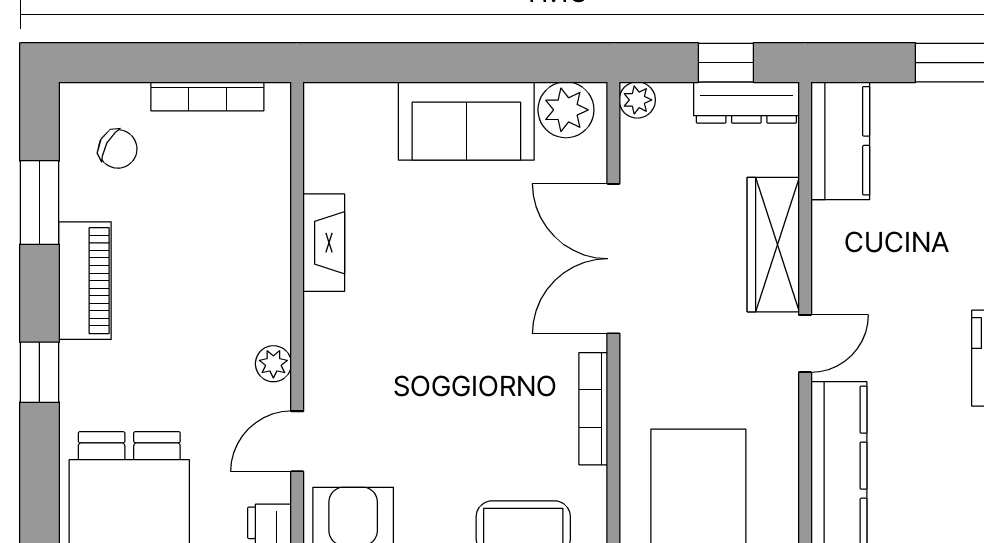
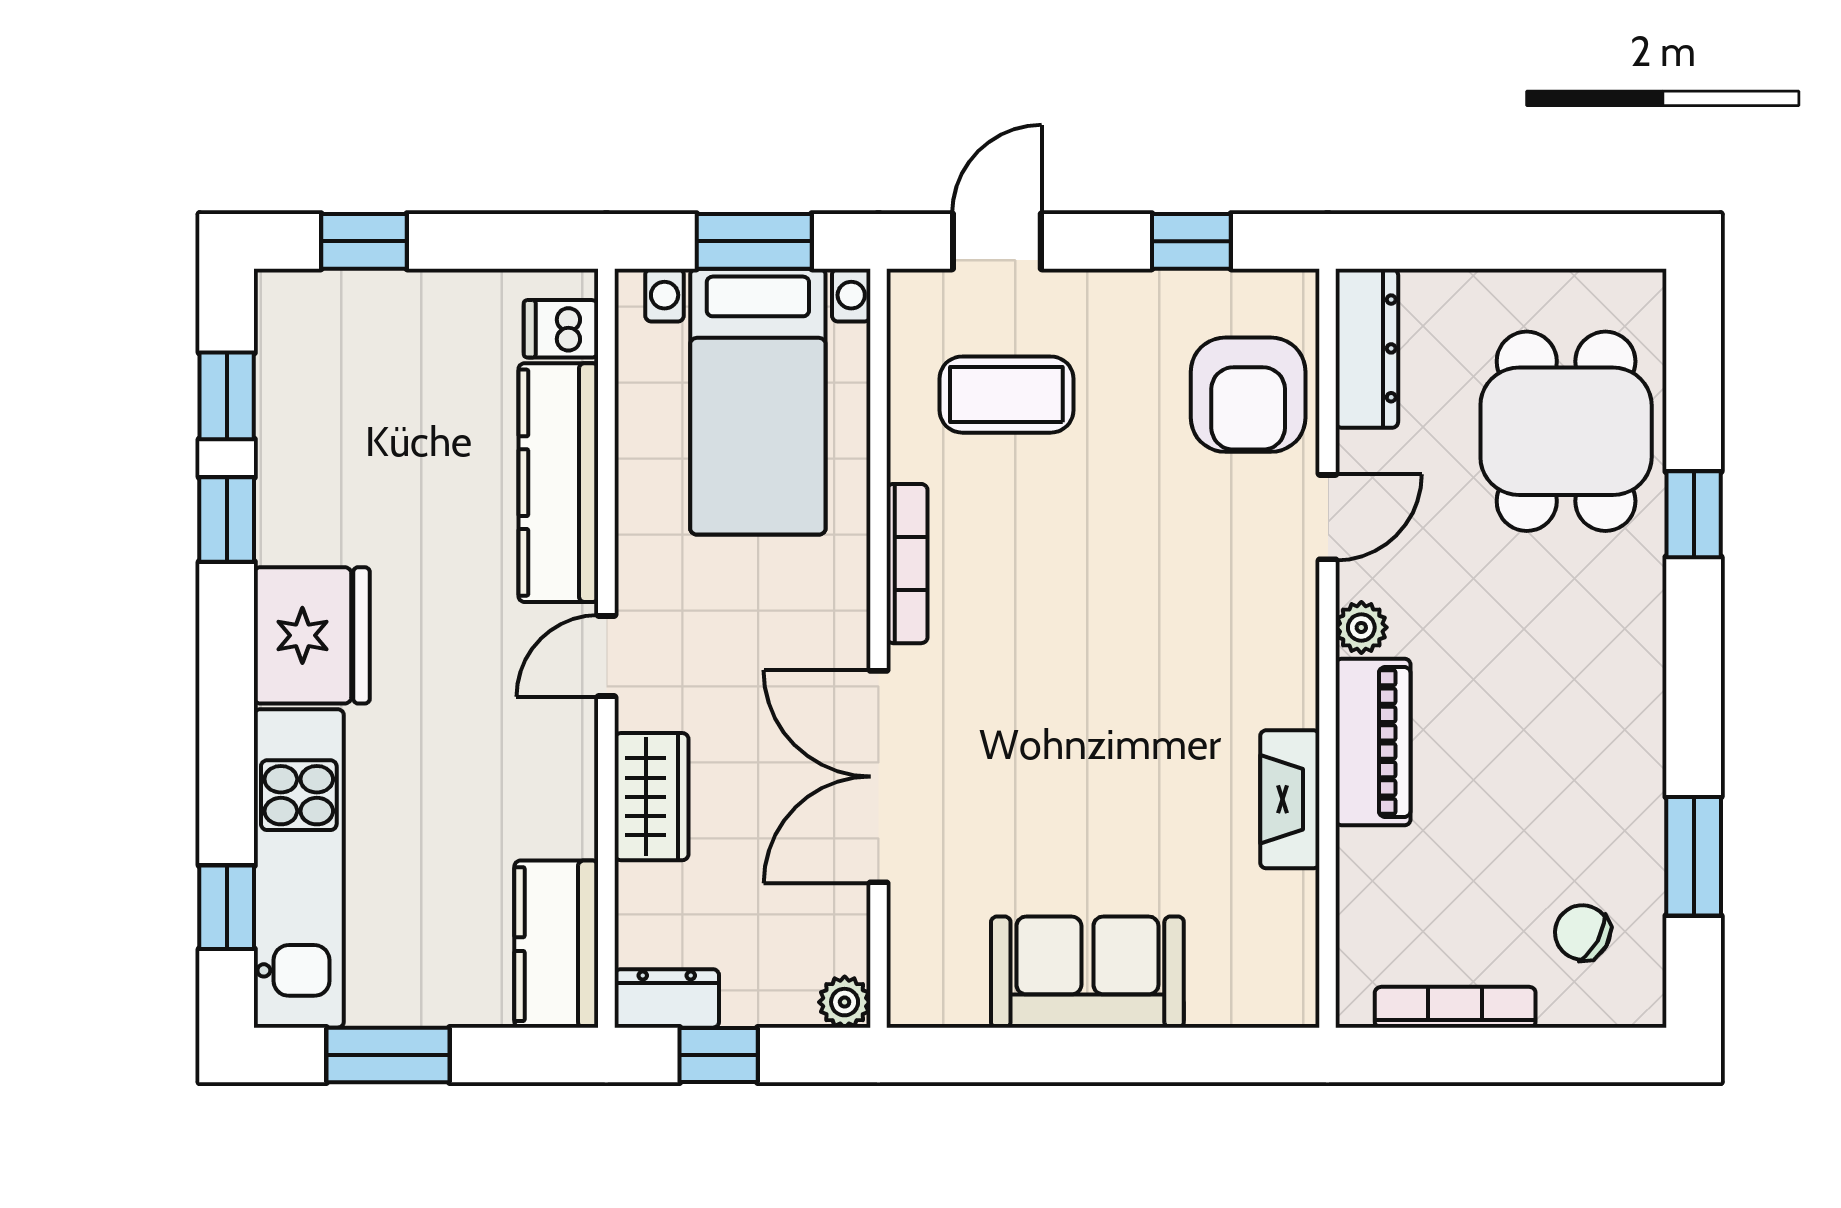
dresser: (746, 102) -> (667, 998), width x0.70
plant: (566, 110) -> (946, 988), removed
wardrobe: (773, 245) -> (651, 797), width x0.67
double door: (613, 259) -> (878, 777), swing flipped
piano: (85, 281) -> (1373, 742), moved, turned 180
window: (39, 372) -> (1694, 514), moved

